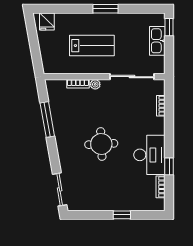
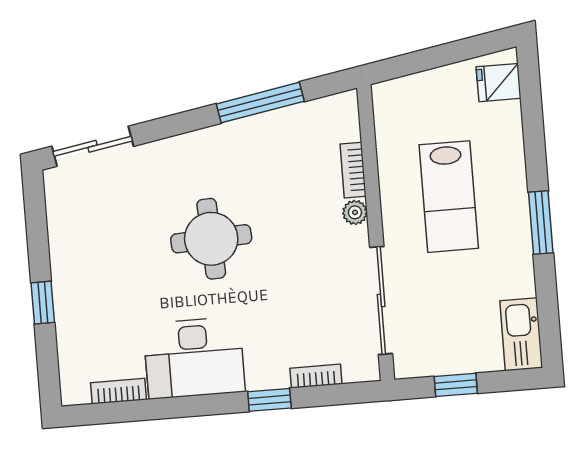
window: (169, 27) -> (456, 385), moved
kitchen sink: (157, 41) -> (521, 334), moved, turned -90
window: (169, 166) -> (269, 400), moved

